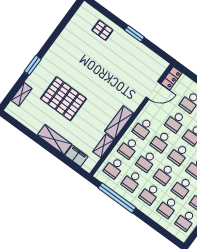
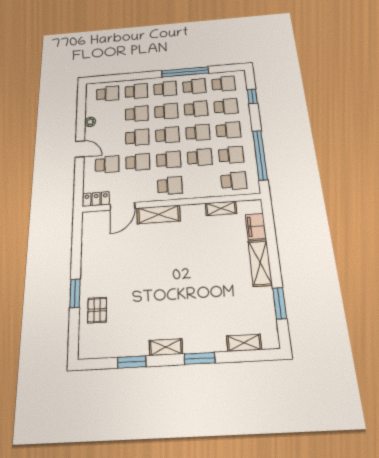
window: (60, 29) -> (132, 362), added
window: (134, 34) -> (75, 293), moved
shelving: (53, 52) -> (166, 347), added
door: (153, 90) -> (122, 206), swing flipped
pallet: (63, 99) -> (208, 290), removed
shelving: (119, 122) -> (158, 214), moved
window: (25, 131) -> (280, 303), added
school desk: (128, 148) -> (202, 183), removed
window: (161, 230) -> (252, 96), added

